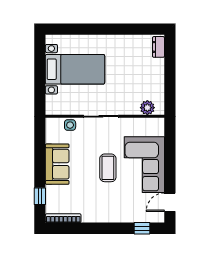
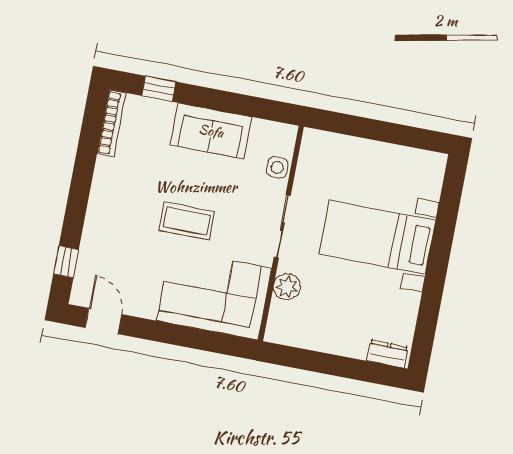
bed with nightstands: (75, 69) -> (377, 237), moved, turned 90
plant: (147, 108) -> (287, 287), moved
corner sofa: (144, 165) -> (214, 294), moved

